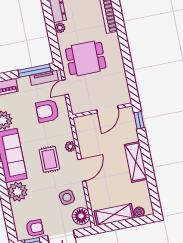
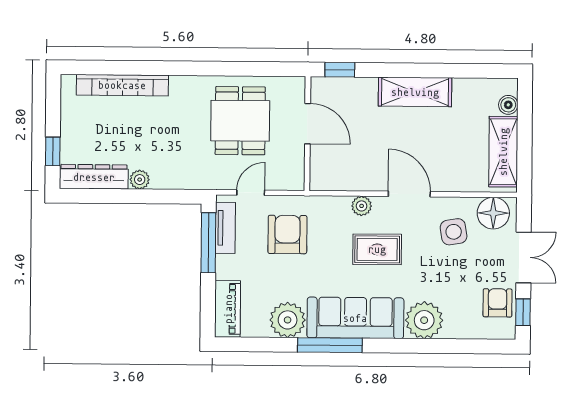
dining table: (86, 58) -> (240, 121), moved
door: (65, 87) -> (251, 193), swing flipped
armchair: (47, 111) -> (287, 235), turned 180

